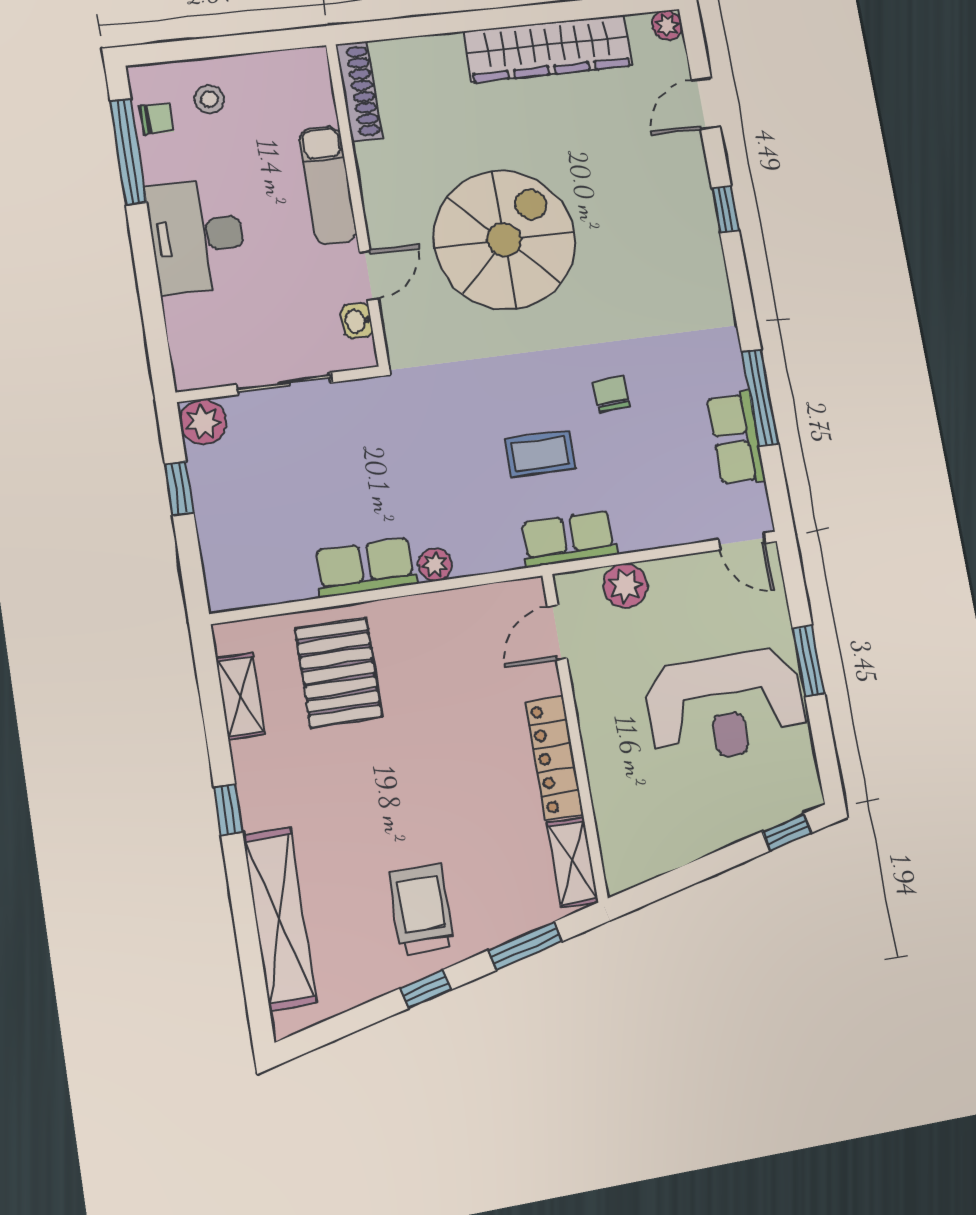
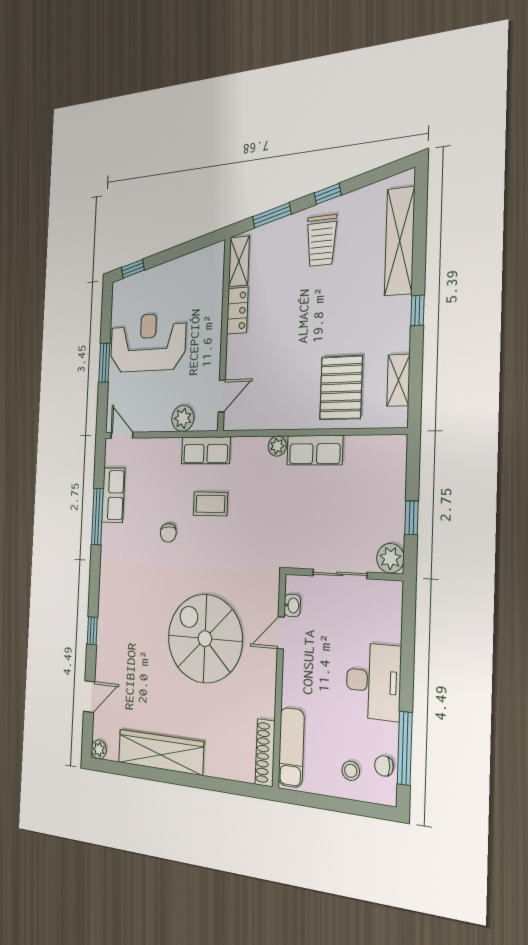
exam couch: (328, 185) -> (291, 747), moved
spiral stairs: (504, 240) -> (205, 639), turned 90
locker: (554, 758) -> (237, 311), width x0.66

